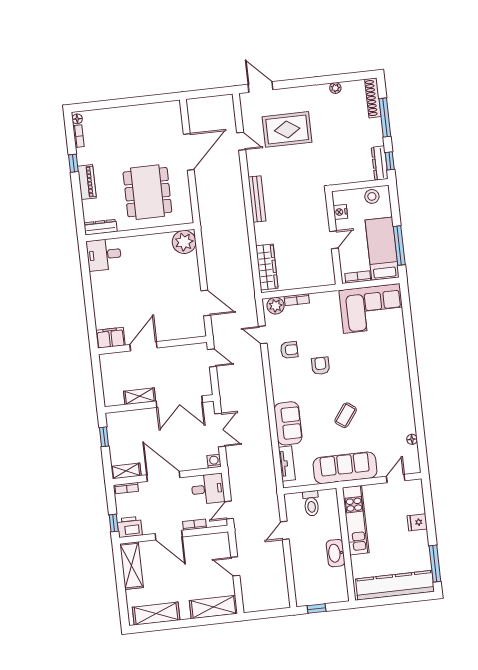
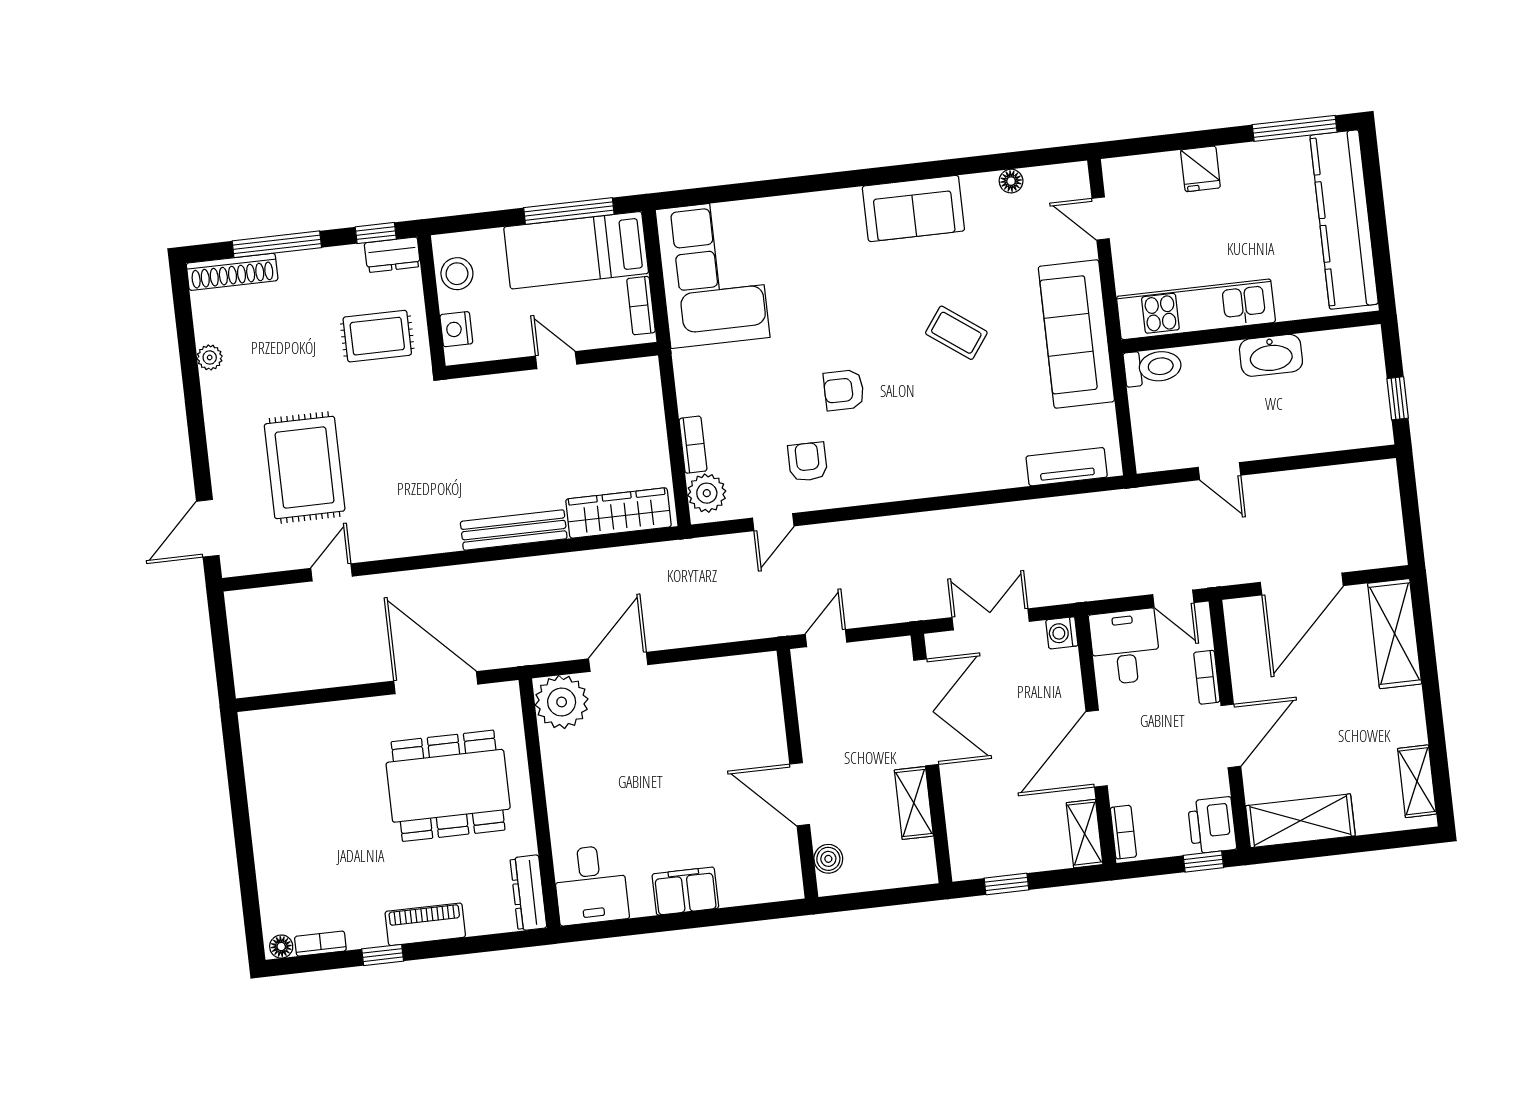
door: (189, 152) -> (436, 683), moved
rug: (345, 161) -> (377, 336), added
dresser: (380, 163) -> (392, 255), width x0.70
bench: (257, 199) -> (514, 530), moved
nightstand: (340, 212) -> (456, 329), moved, turned 90
door: (206, 303) -> (618, 662), moved
filing cabinet: (110, 338) -> (685, 891), moved, turned 90
boiler: (115, 359) -> (828, 859), added
sofa: (288, 423) -> (913, 208), moved, turned 180
toilet: (311, 503) -> (1153, 367), moved
door: (235, 566) -> (1302, 584), width x1.88
shelving: (156, 614) -> (1417, 781), width x0.67, depth x0.75

